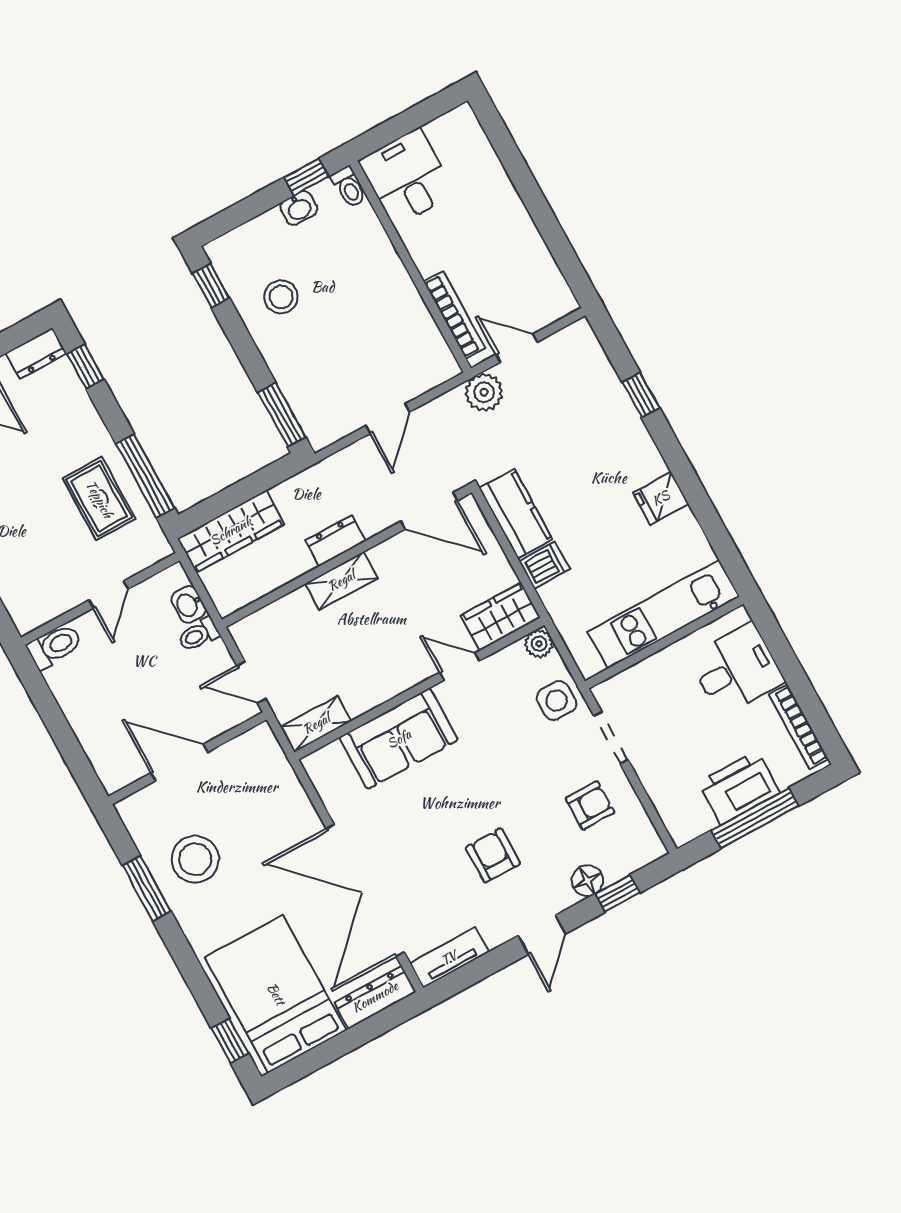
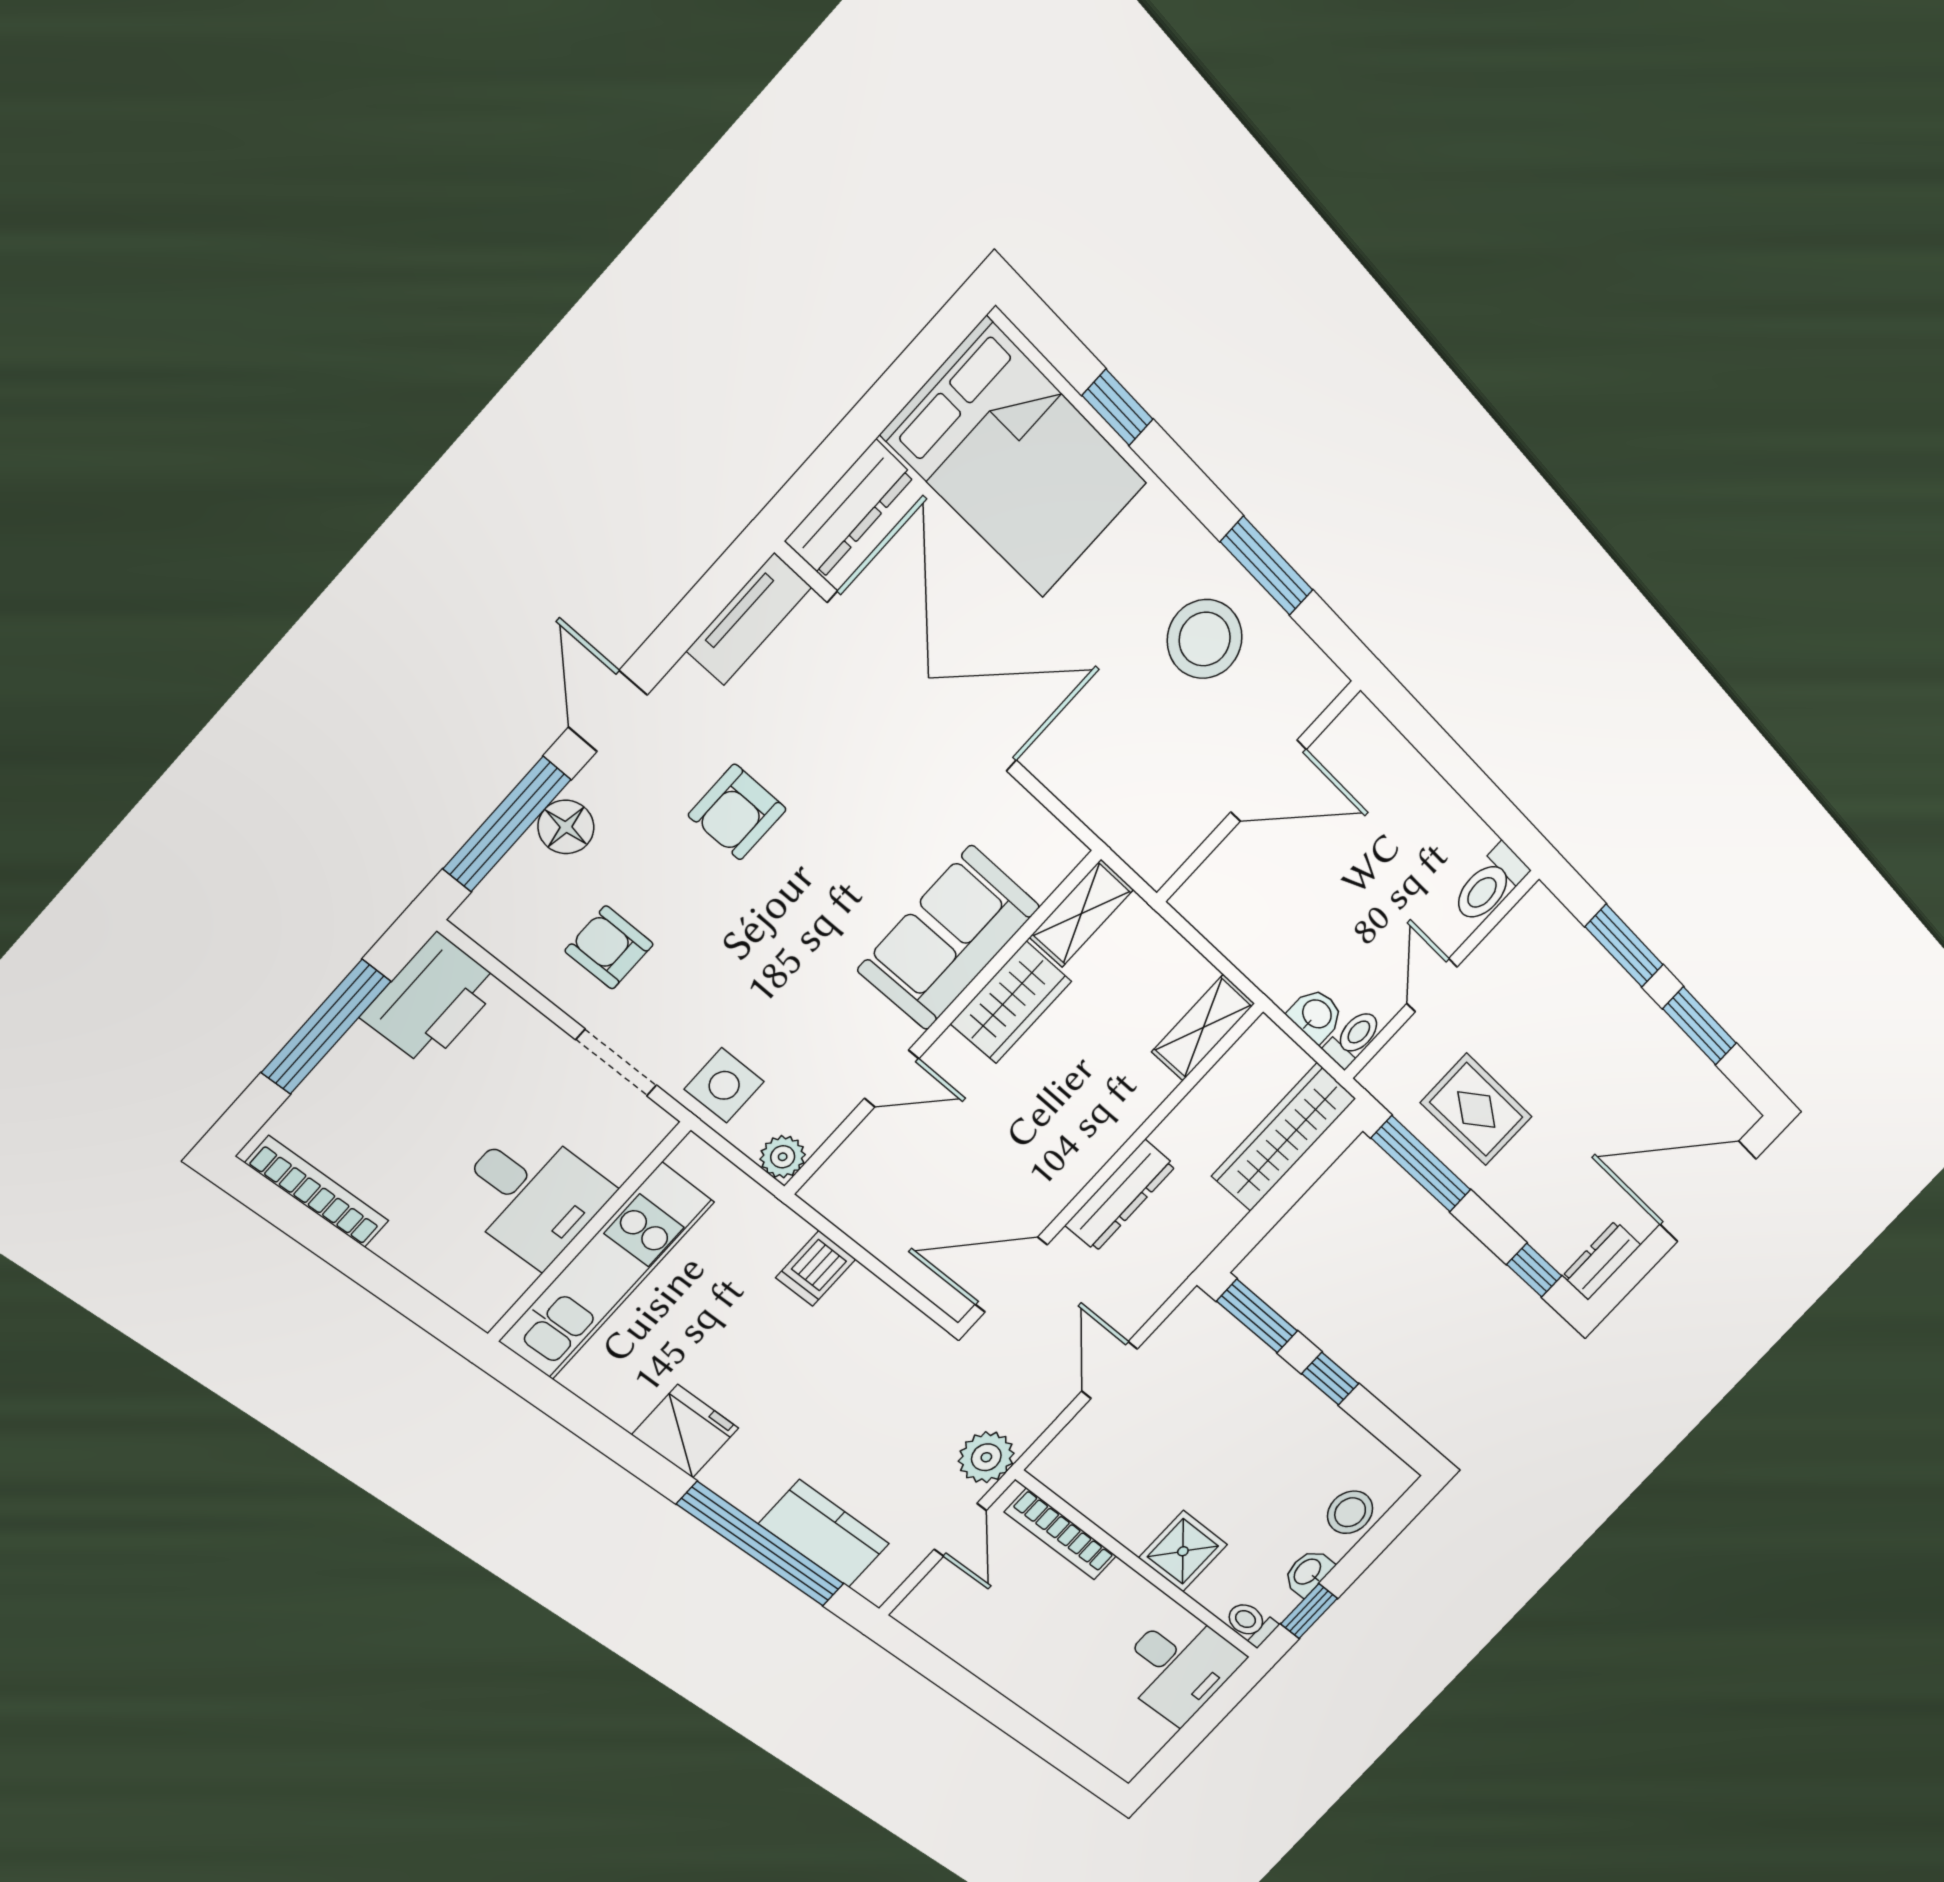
shower: (379, 264) -> (1183, 1551), added
window: (211, 286) -> (1330, 1379), moved
stool: (281, 297) -> (1350, 1512), moved
door: (517, 348) -> (960, 1530), hinge flipped
window: (641, 395) -> (761, 1544), width x3.17
fridge: (661, 498) -> (685, 1431), width x1.38
kitchen counter: (516, 514) -> (824, 1534), moved, turned 180
dresser: (335, 541) -> (1120, 1196), width x1.44
shelving: (341, 581) -> (1203, 1028), moved
wardrobe: (501, 617) -> (1011, 1003), moved
toilet: (199, 635) -> (1353, 1038), moved
desk: (736, 669) -> (532, 1195), moved, turned -90
door: (251, 682) -> (1195, 939), removed
printer: (739, 788) -> (432, 1000), moved
armchair: (590, 805) -> (609, 948), turned 90
armchair: (493, 855) -> (737, 812), turned 90
window: (618, 893) -> (507, 824), width x2.17
window: (230, 1041) -> (1118, 407), moved

